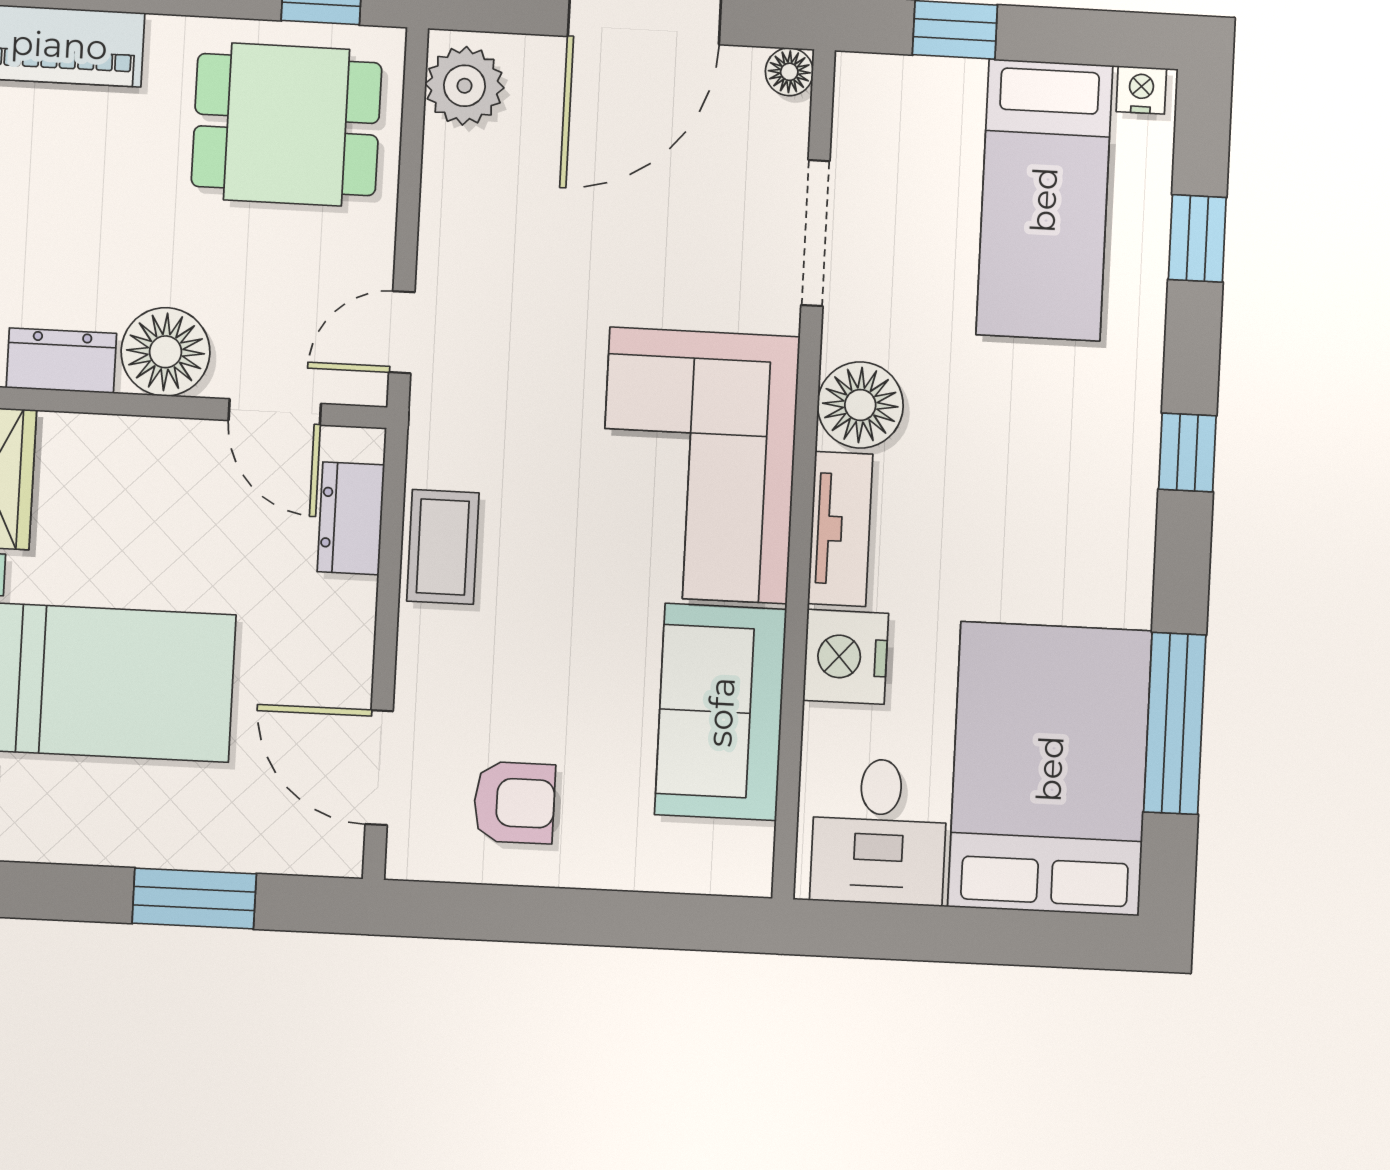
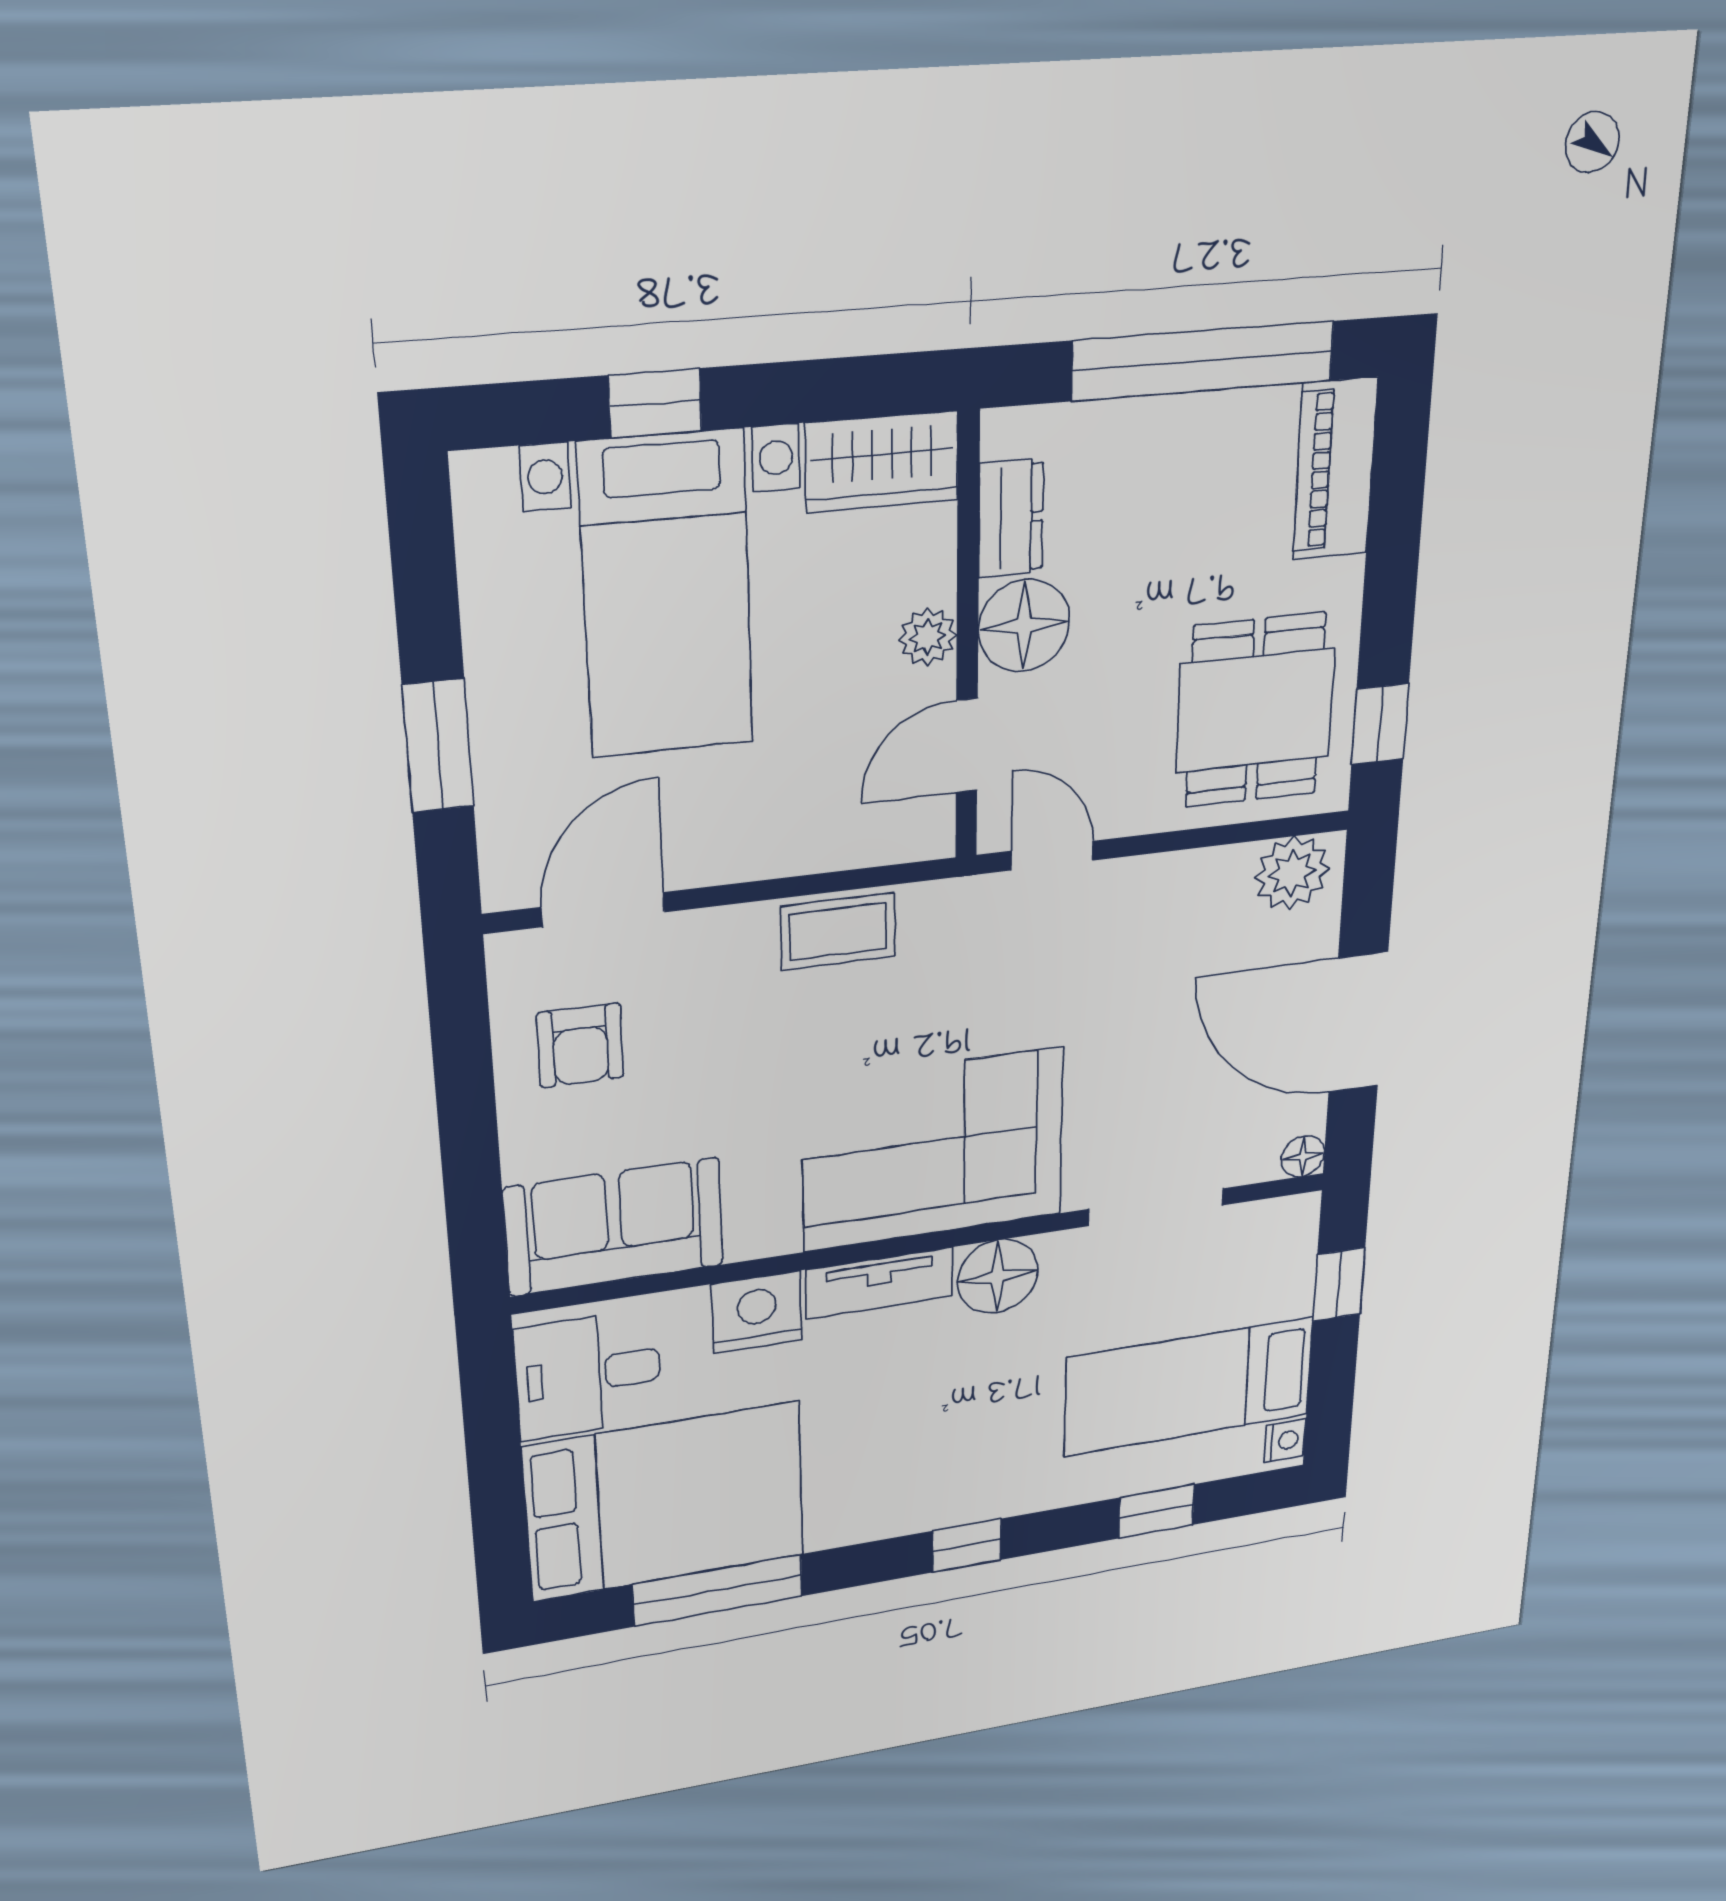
plant: (162, 444) -> (928, 637), added
dresser: (351, 518) -> (862, 838), removed
sofa: (721, 712) -> (614, 1227), moved

